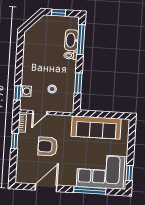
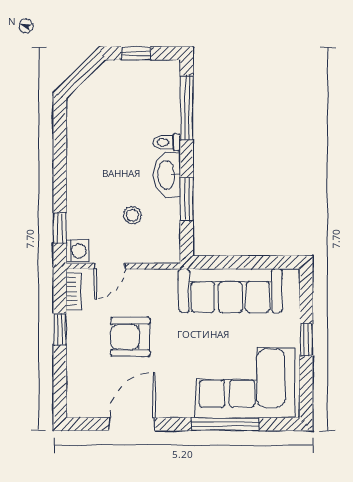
washbasin: (72, 40) -> (167, 175), moved
washing machine: (26, 91) -> (77, 251), moved
window: (129, 173) -> (306, 340), moved

